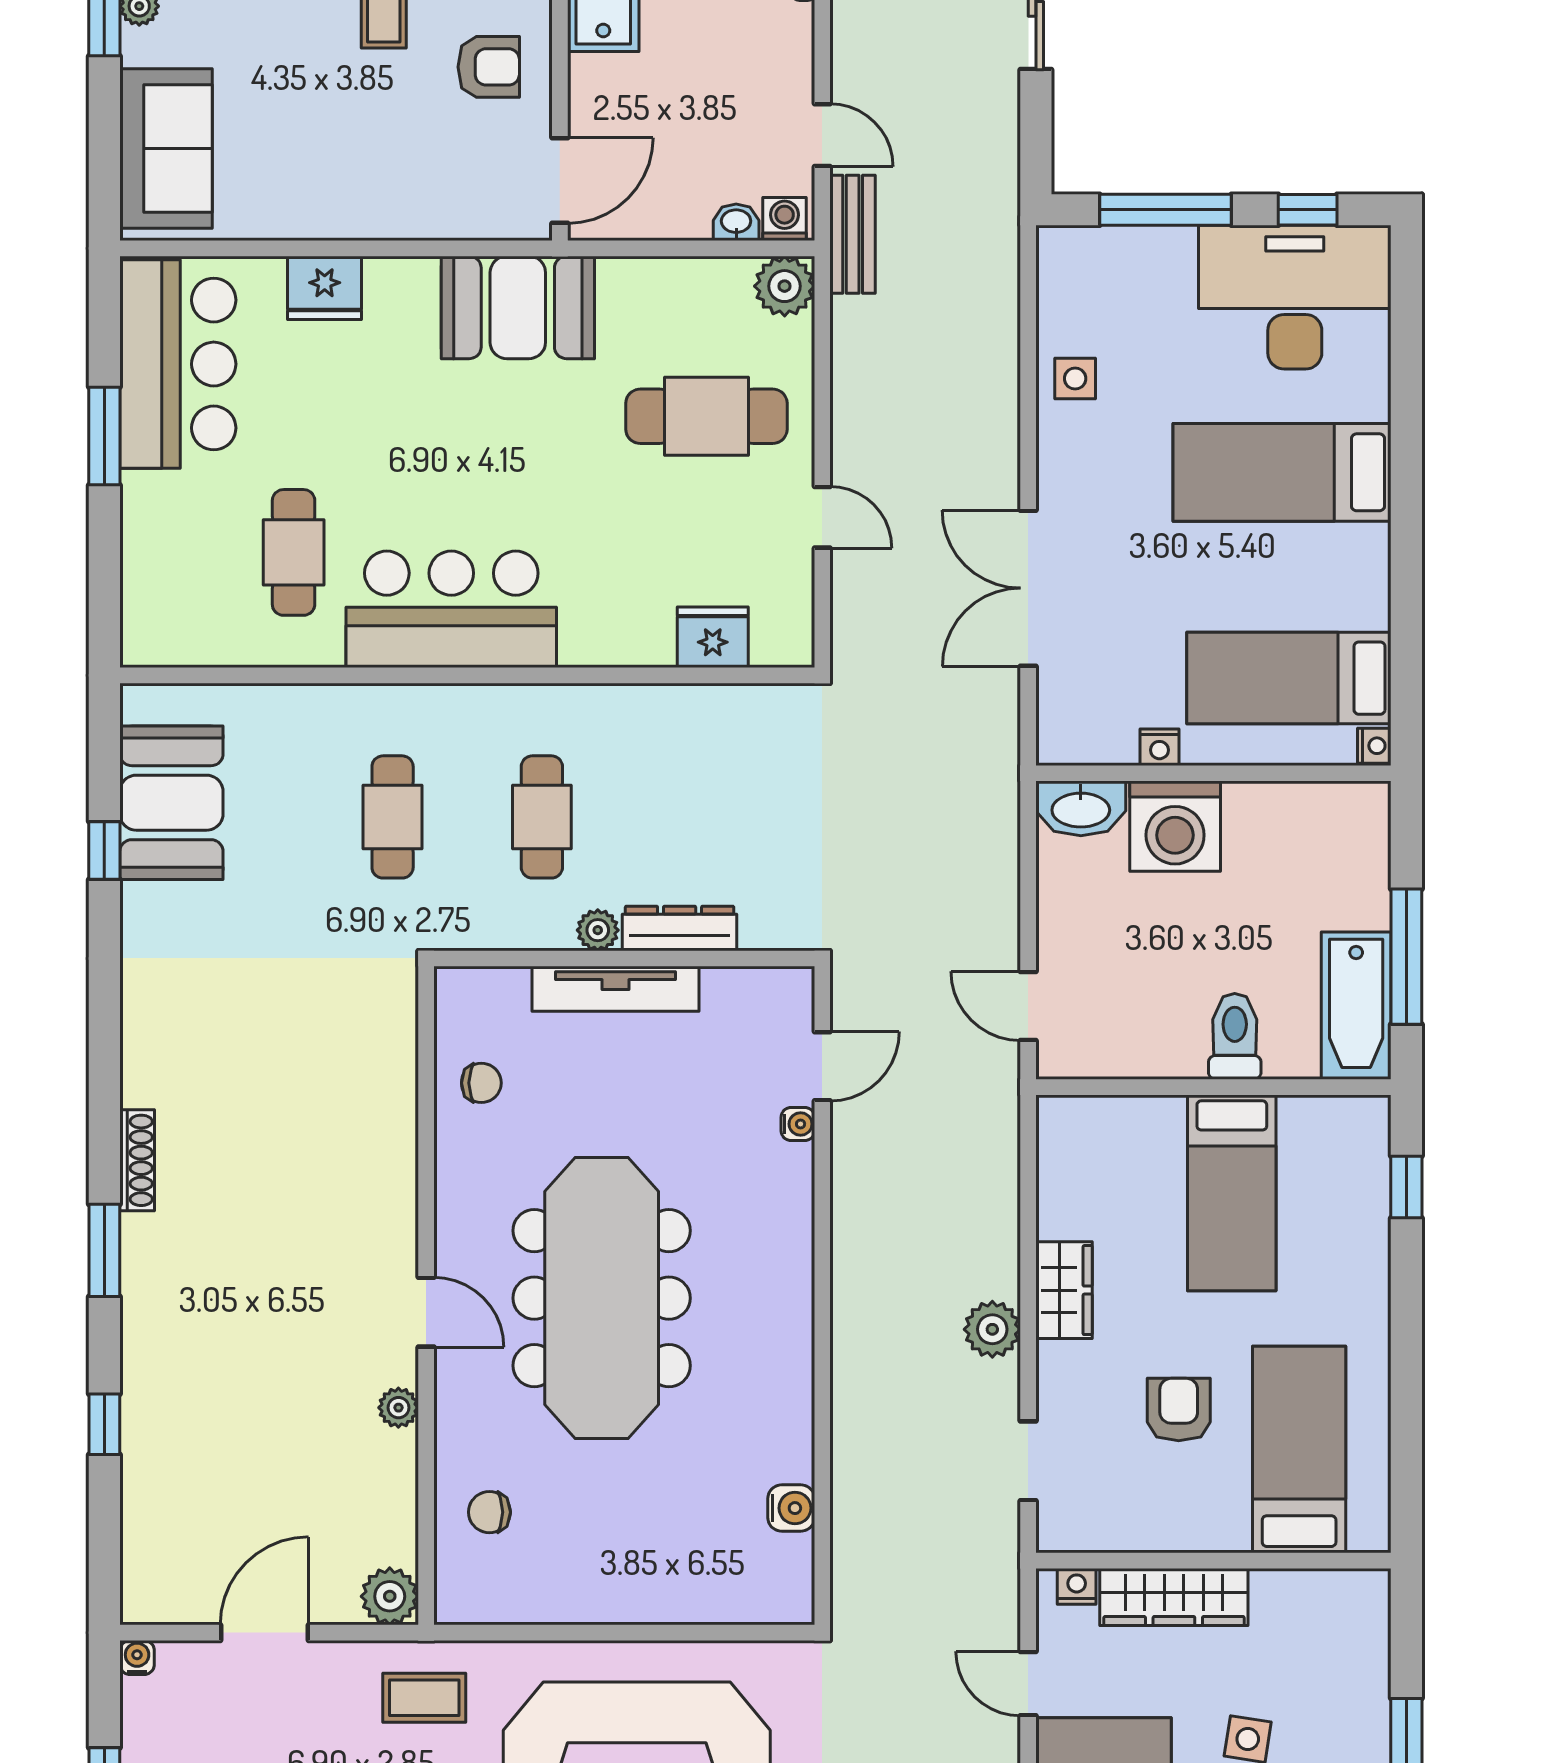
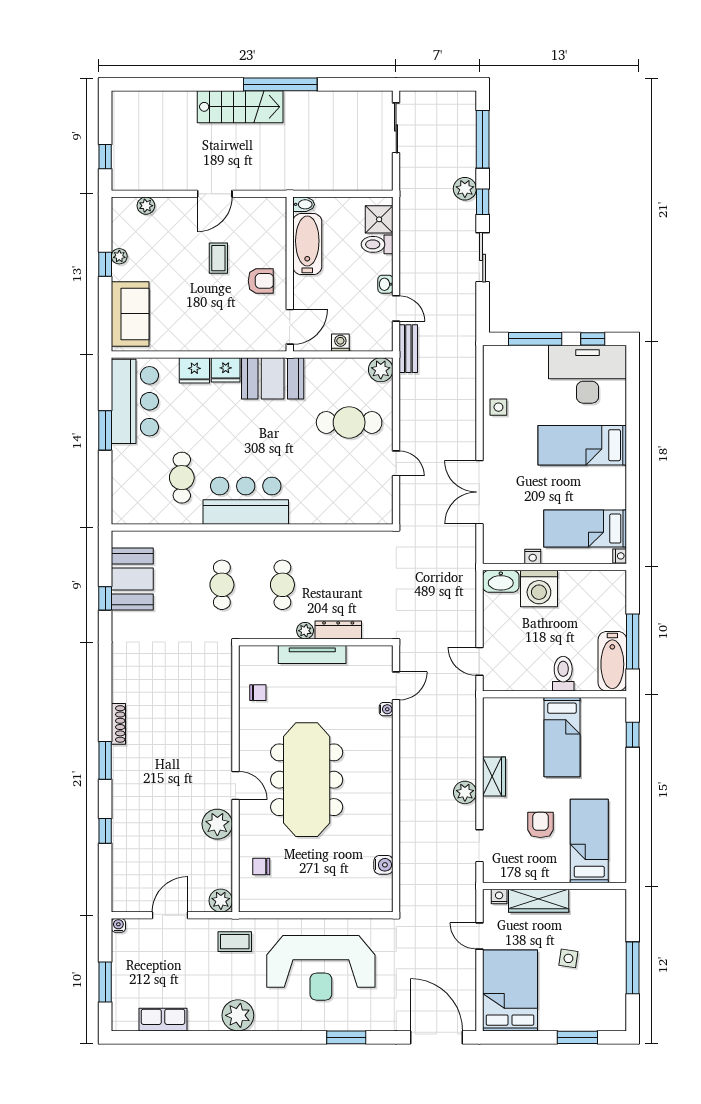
washing machine: (785, 219) -> (340, 343), moved
washbasin: (736, 222) -> (385, 284), moved, turned -90
fridge: (713, 637) -> (226, 370), moved, turned 180
plant: (398, 1408) -> (217, 824), width x1.88, depth x1.88

